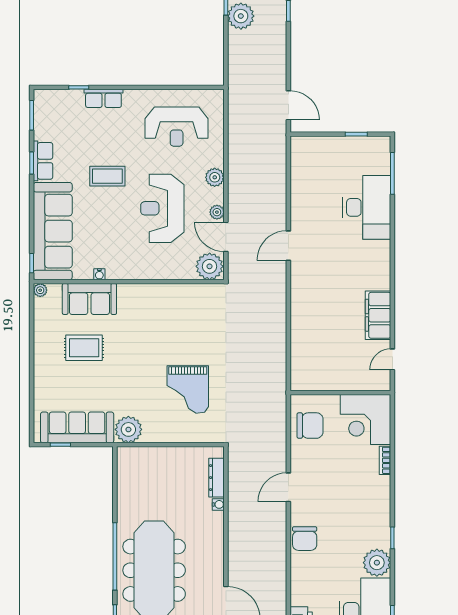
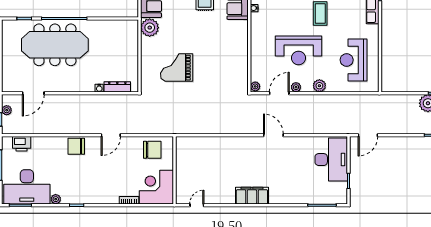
desk: (367, 207) -> (331, 160), moved, turned -90
reception desk: (162, 208) -> (299, 50), turned 180
plant: (210, 266) -> (255, 86), width x0.53, depth x0.53
filing cabinet: (378, 315) -> (252, 196), moved
door: (392, 359) -> (197, 205), hinge flipped
chair: (310, 426) -> (152, 150), turned -90
door: (288, 487) -> (111, 135), swing flipped
plant: (377, 563) -> (56, 199), width x0.53, depth x0.53

